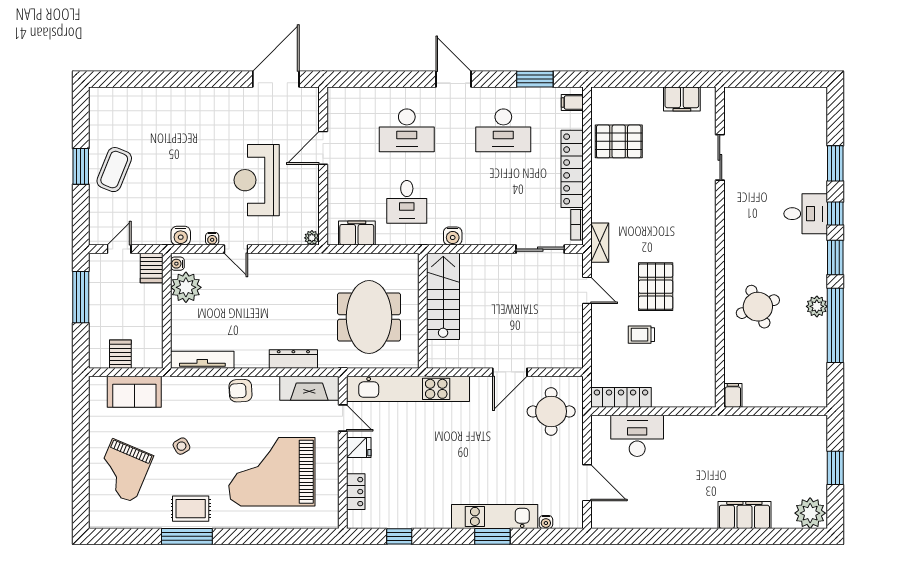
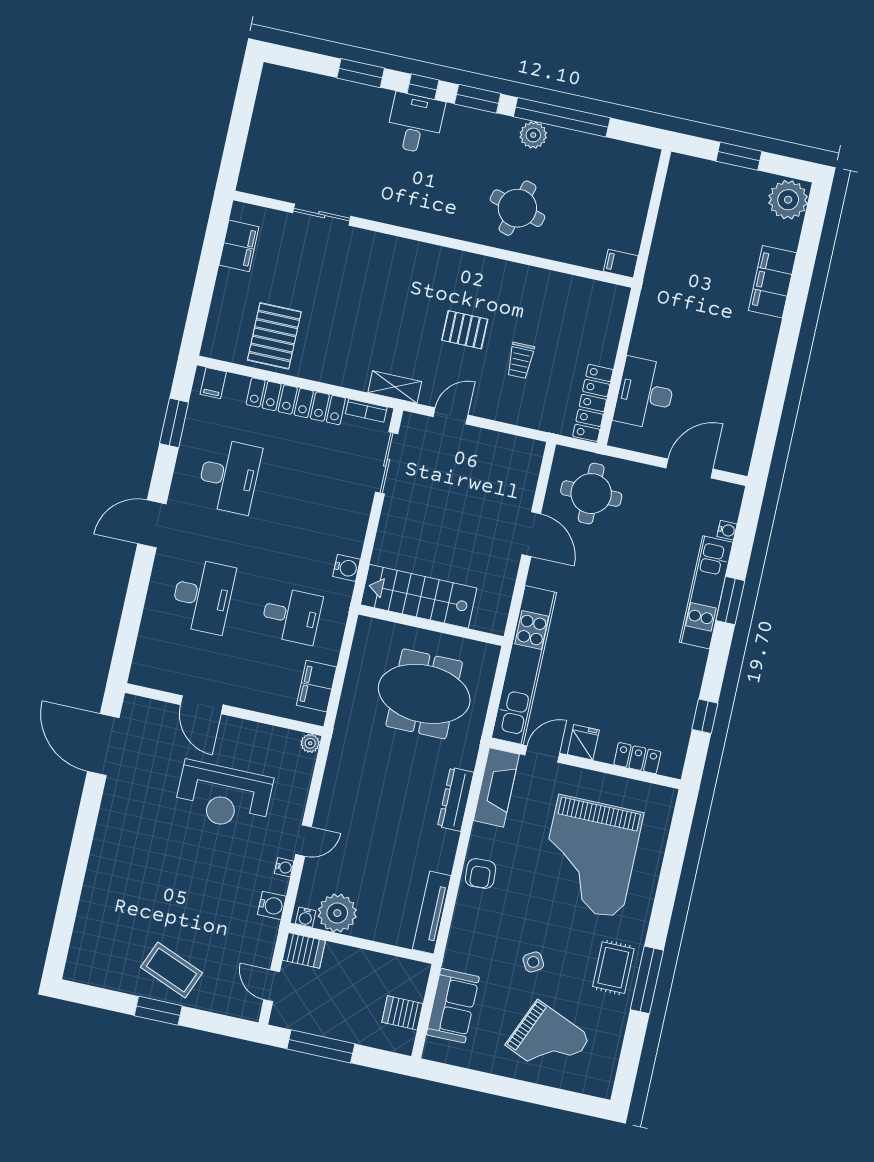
pallet: (656, 287) -> (465, 330), width x0.67, depth x0.71
round table: (758, 307) -> (517, 208), turned 38

